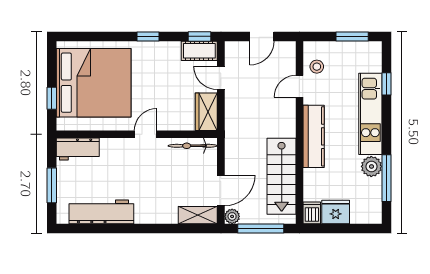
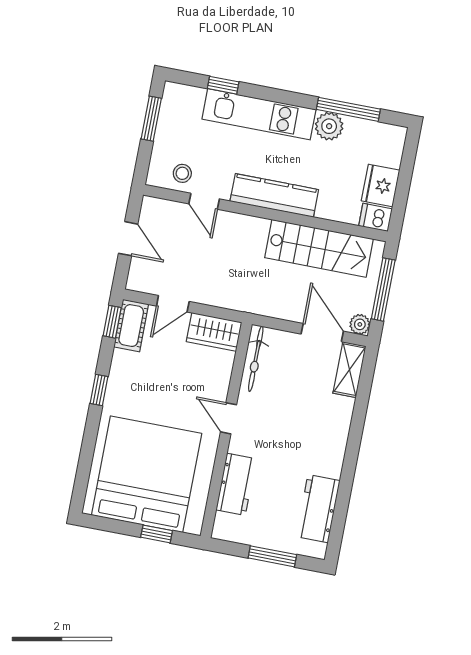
workbench: (78, 149) -> (236, 484), moved
workbench: (101, 212) -> (318, 509), width x0.73

